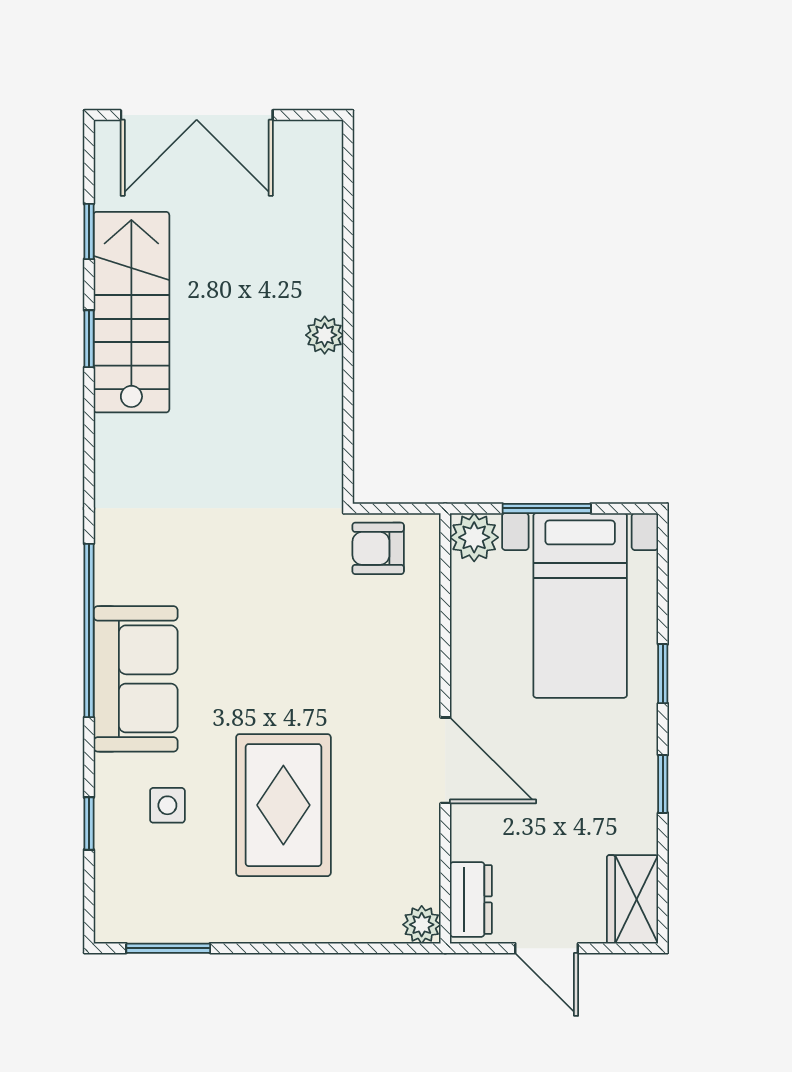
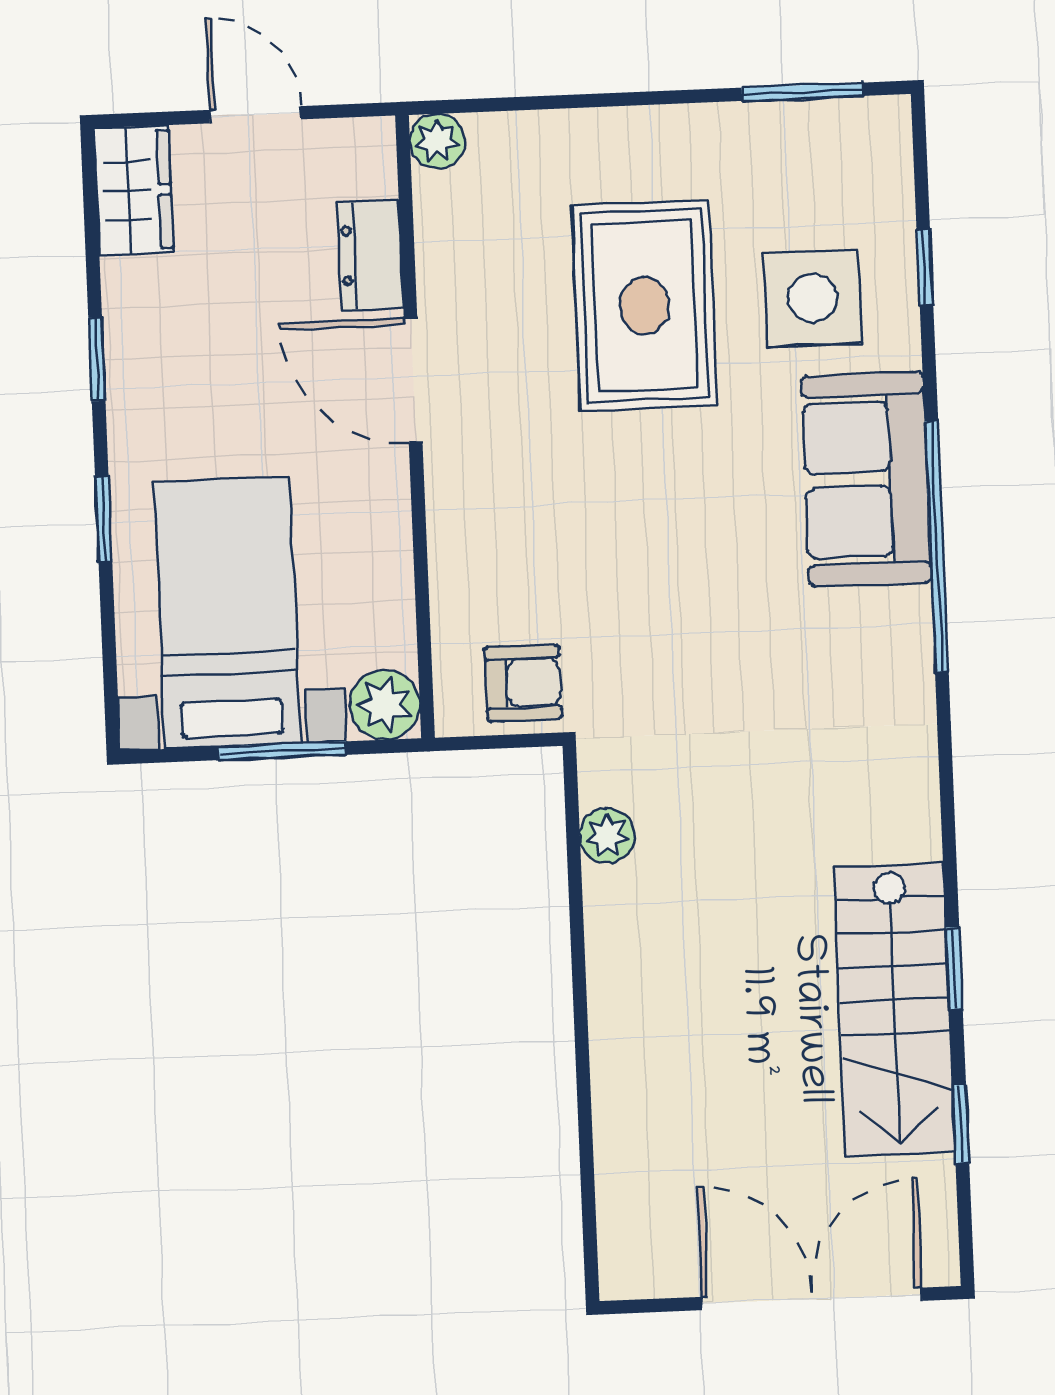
plant: (325, 335) -> (607, 835), moved
side table: (167, 805) -> (812, 298), width x1.87, depth x1.87
dresser: (471, 899) -> (371, 255), moved

